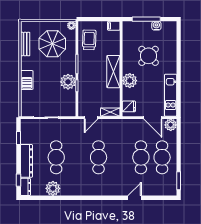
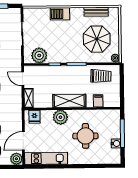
filing cabinet: (114, 26) -> (98, 101), moved
round table: (149, 56) -> (85, 136), turned 45
plant: (68, 82) -> (39, 55), moved

